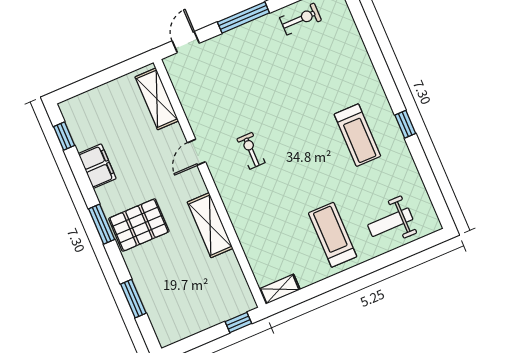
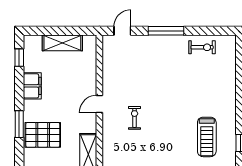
shelving: (157, 99) -> (62, 43), moved, turned 90

